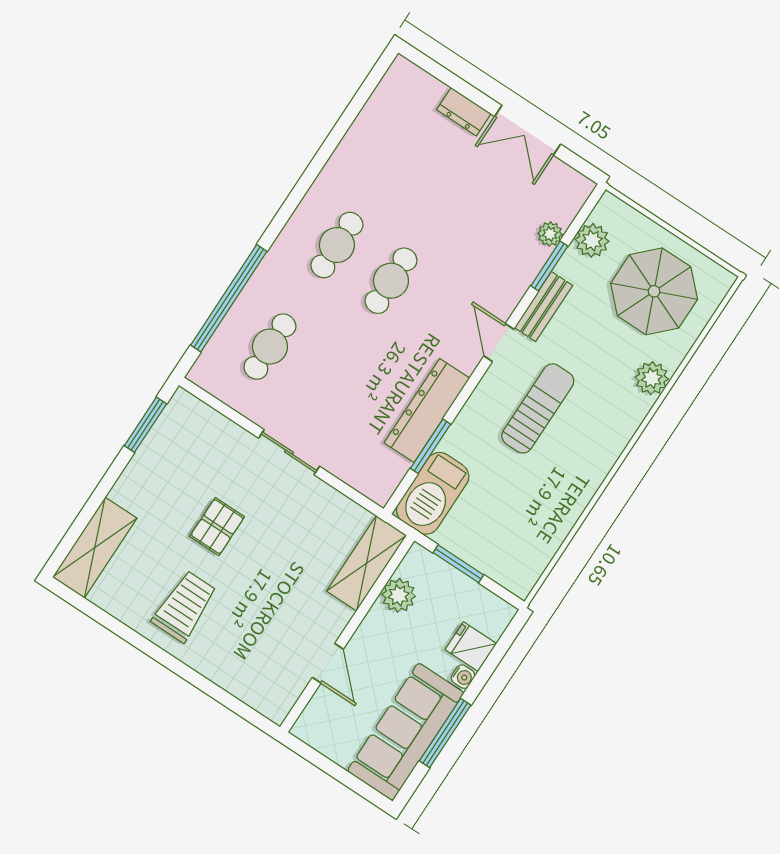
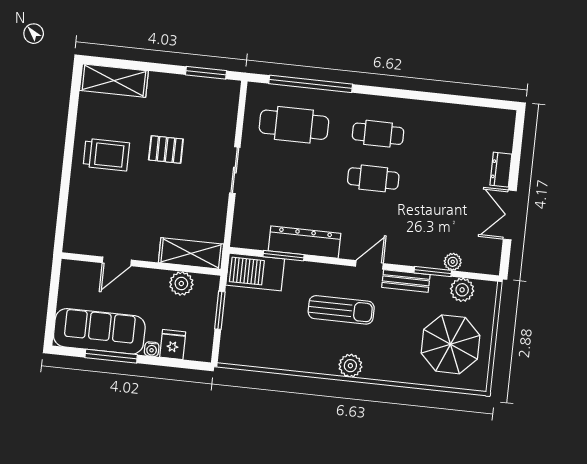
cafe table: (270, 347) -> (294, 125), width x1.37, depth x1.35
plant: (652, 378) -> (350, 366), moved

